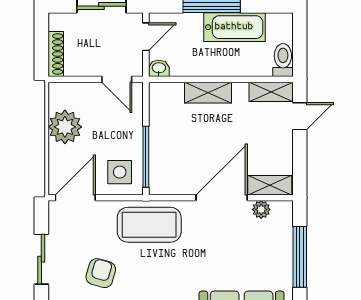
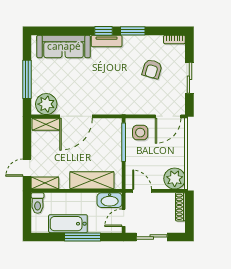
washbasin: (159, 68) -> (110, 200), width x1.91, depth x1.45
shelving: (208, 93) -> (92, 180), width x1.50, depth x1.33
plant: (65, 127) -> (175, 179), moved
plant: (261, 209) -> (46, 104), width x1.88, depth x1.88
coffee table: (149, 225) -> (122, 99), removed

